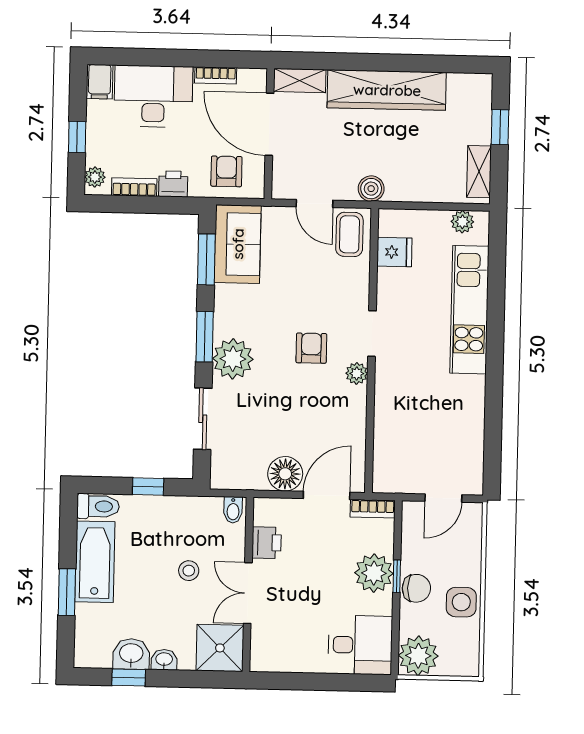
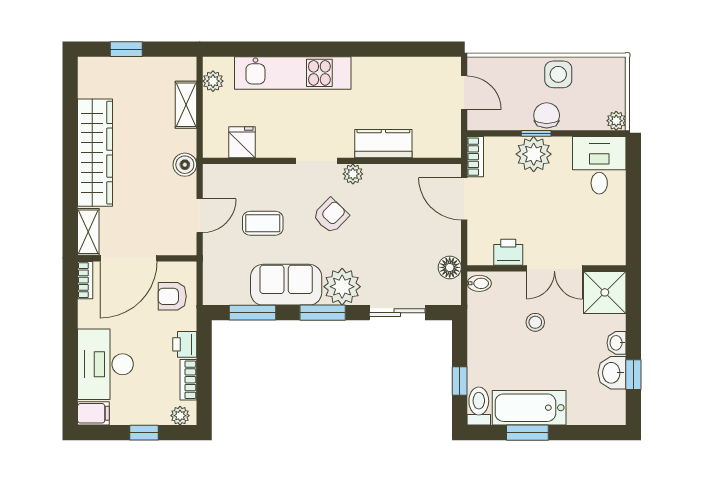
bookcase: (216, 75) -> (85, 280), moved
shelving: (479, 172) -> (186, 105), moved, turned 90
coffee table: (349, 234) -> (263, 223), moved
sofa: (238, 244) -> (286, 285), moved
armchair: (311, 348) -> (331, 216), turned 134
kitchen counter: (389, 408) -> (383, 144), added
floor lamp: (285, 474) -> (450, 267), moved, width x0.73, depth x0.73
window: (148, 486) -> (460, 381), moved
window: (67, 592) -> (527, 433), moved
plant: (418, 656) -> (616, 121), width x0.53, depth x0.53

